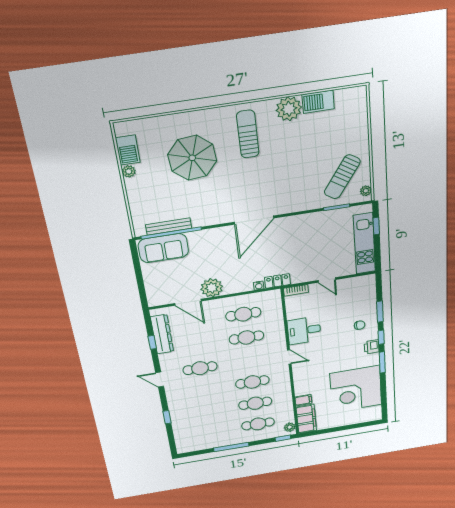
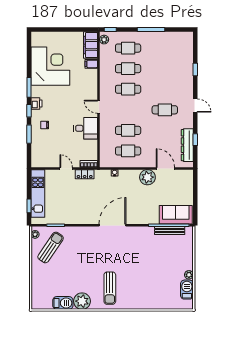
parasol: (192, 158) -> (147, 278), removed
locker: (277, 281) -> (85, 174), moved

